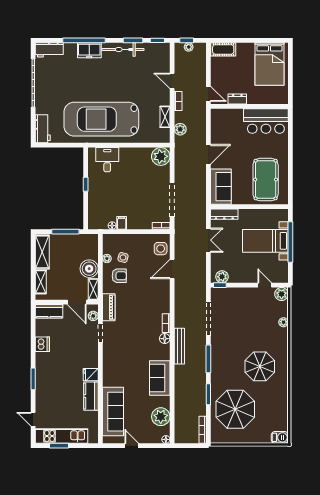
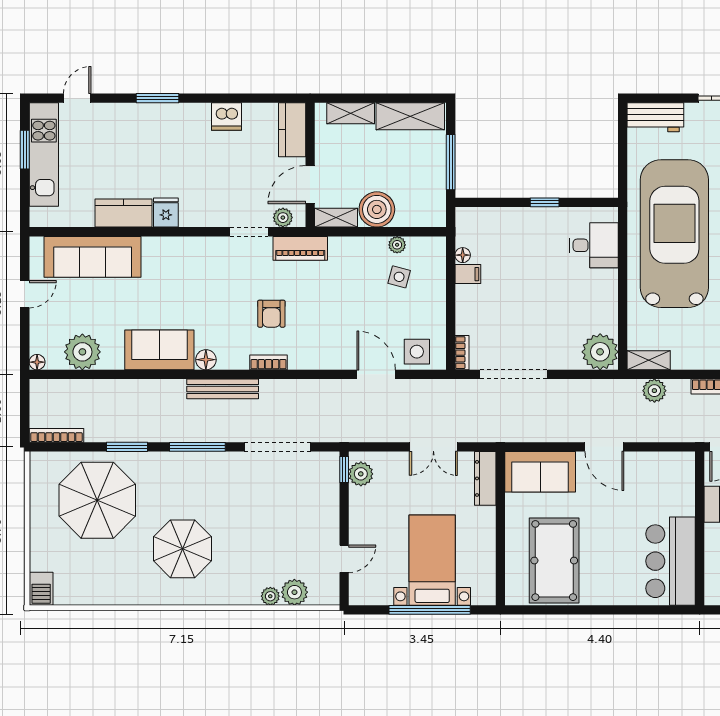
shelving: (165, 117) -> (649, 360), moved
pool table: (266, 180) -> (554, 561), turned 90
armchair: (119, 276) -> (271, 314), moved
plant: (282, 294) -> (294, 592), moved
floor lamp: (165, 339) -> (206, 360), moved

